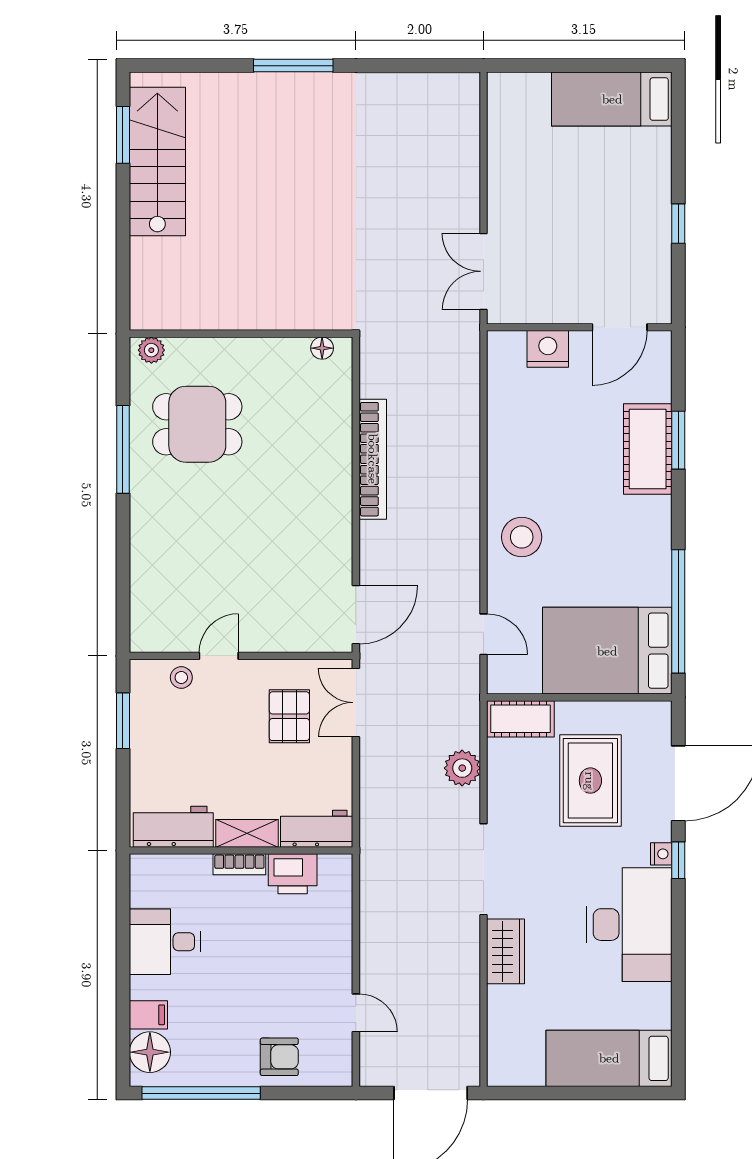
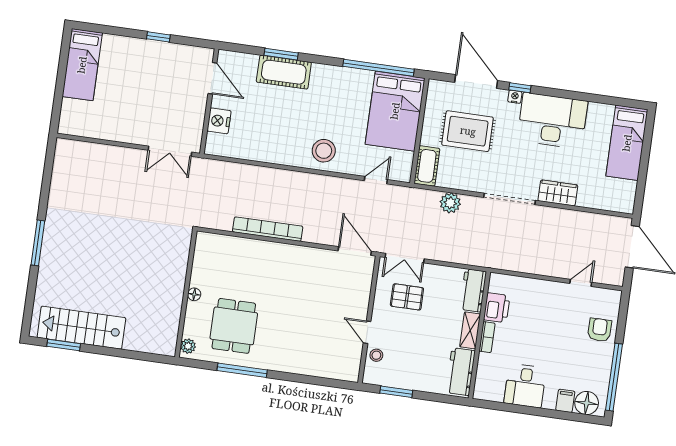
floor lamp: (322, 348) -> (194, 294), moved

